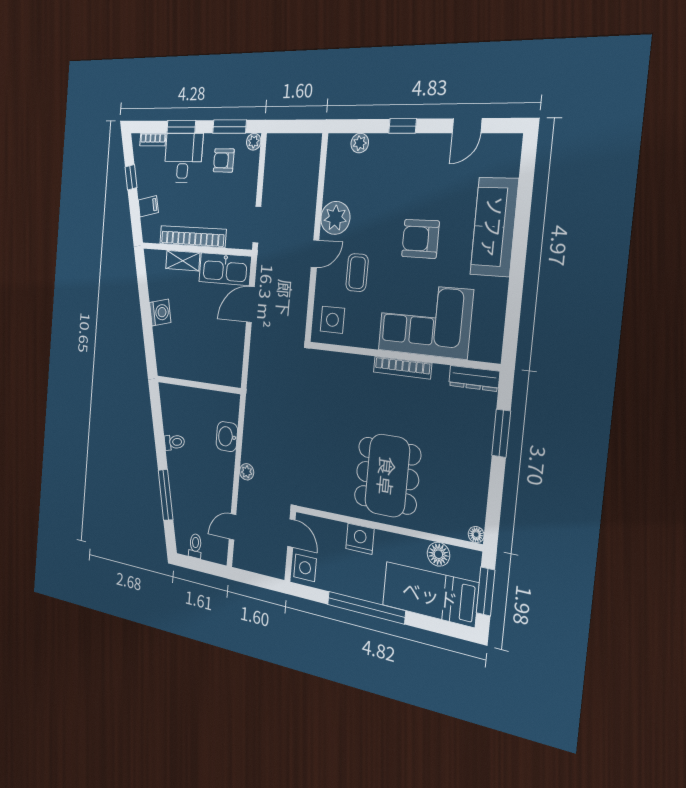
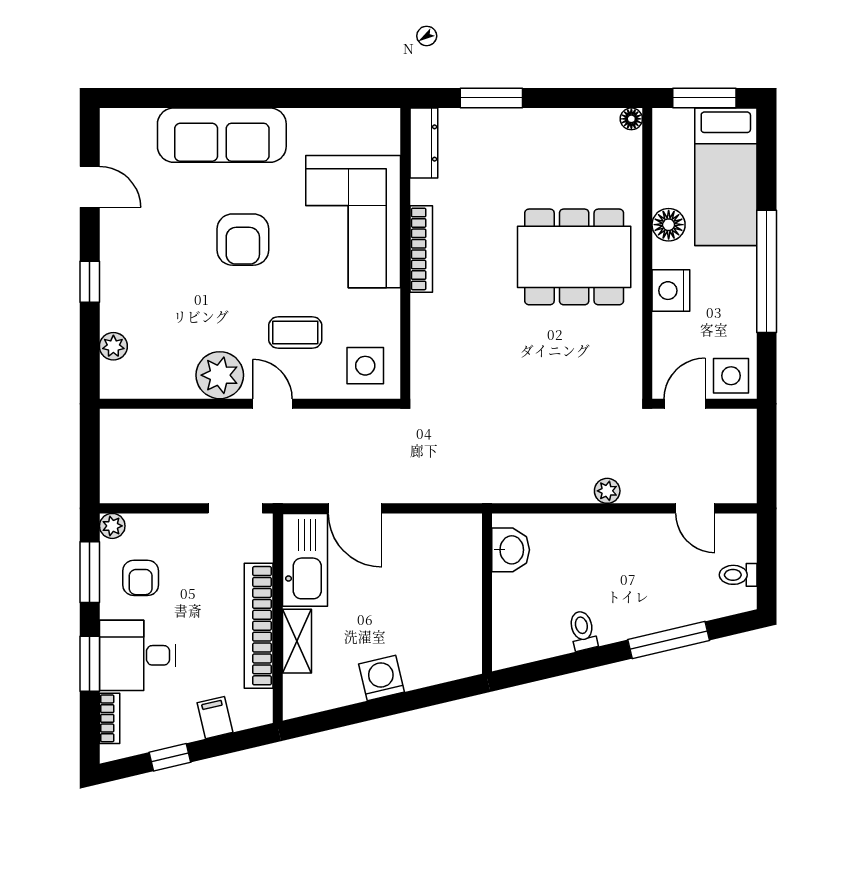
washbasin: (227, 437) -> (511, 550), moved, turned -90
floor lamp: (438, 554) -> (669, 225), moved

